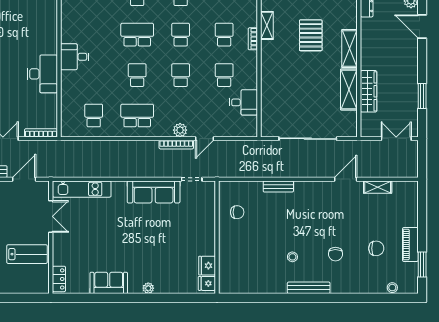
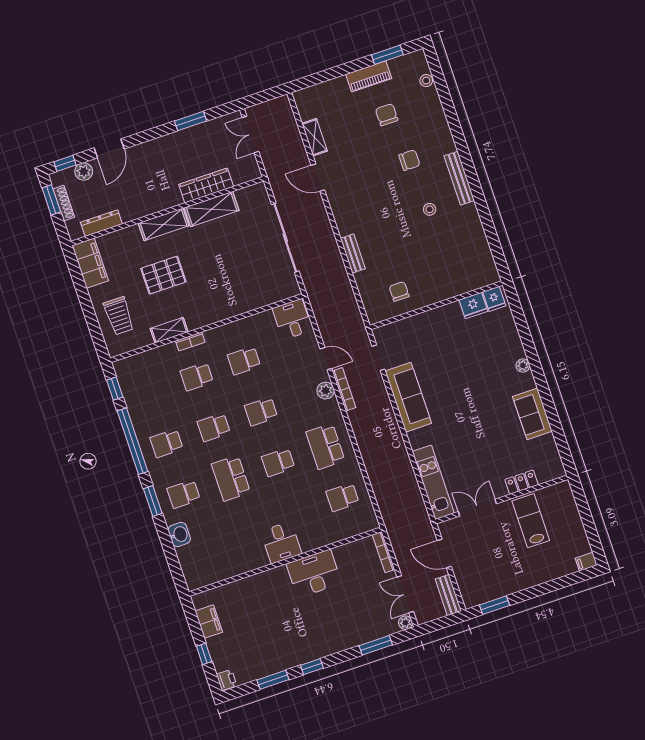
desk: (243, 102) -> (292, 319), moved
locker: (59, 279) -> (522, 482), moved

